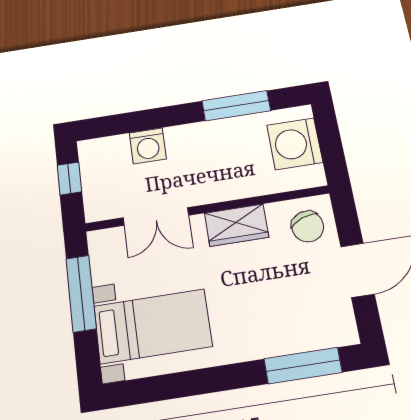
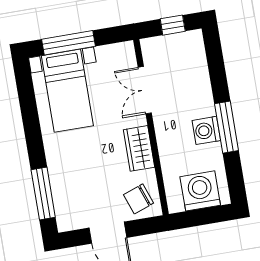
window: (236, 106) -> (227, 127), moved
washing machine: (148, 146) -> (206, 130), moved
window: (81, 293) -> (68, 43), moved

